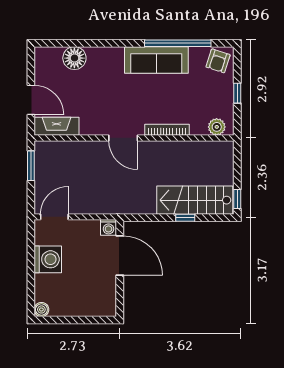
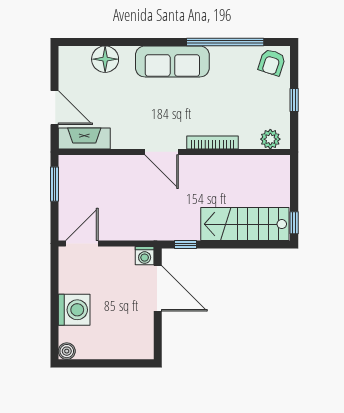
sofa: (156, 60) -> (172, 61), moved
window: (185, 218) -> (185, 245), moved
washing machine: (48, 259) -> (74, 310), moved

